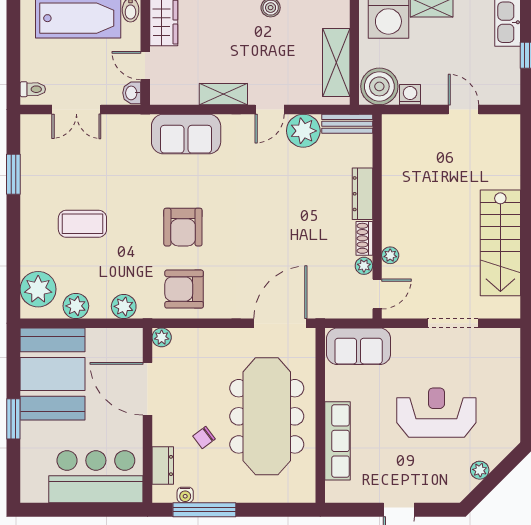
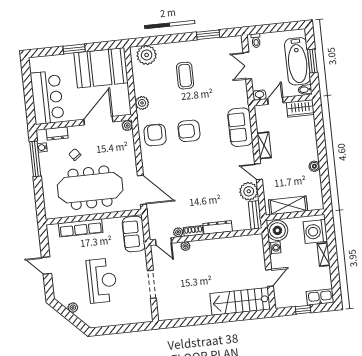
stairs: (500, 243) -> (240, 301), moved
plant: (76, 306) -> (140, 77), removed

